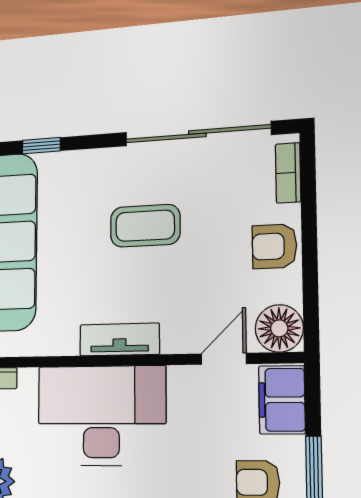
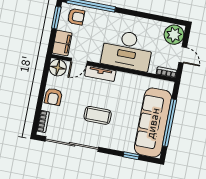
armchair: (274, 246) -> (53, 97), turned 90
tv unit: (119, 339) -> (100, 73), moved

